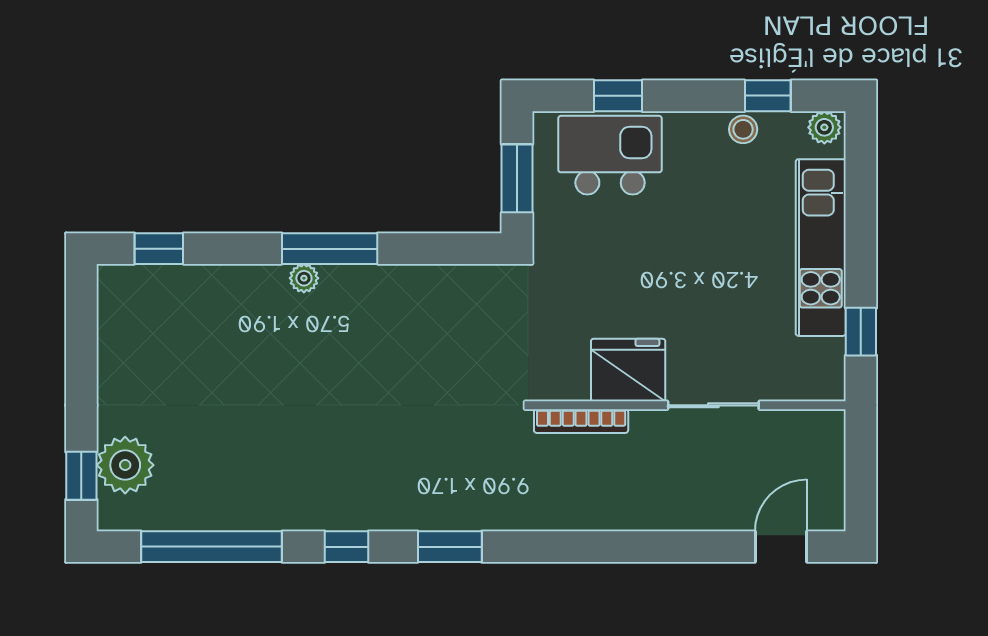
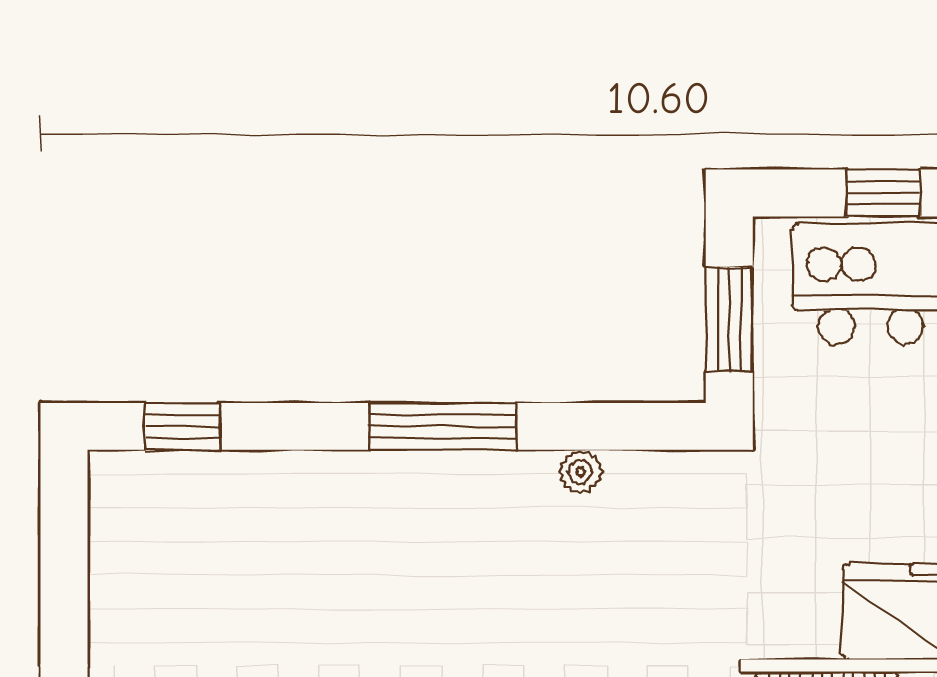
plant: (304, 278) -> (580, 472), moved

